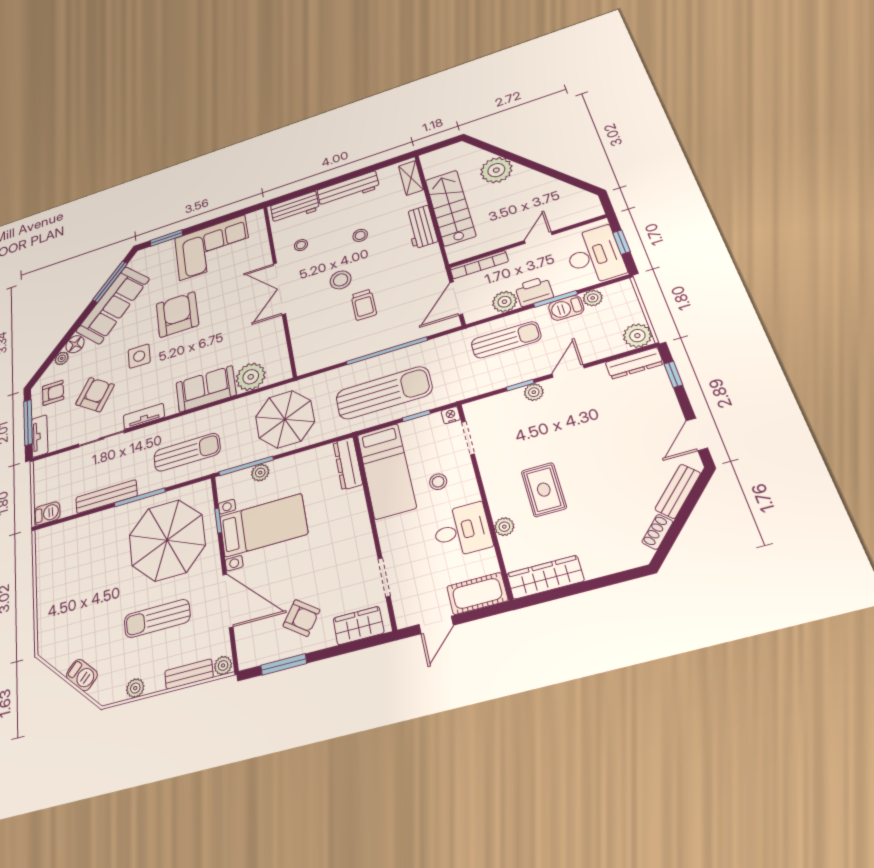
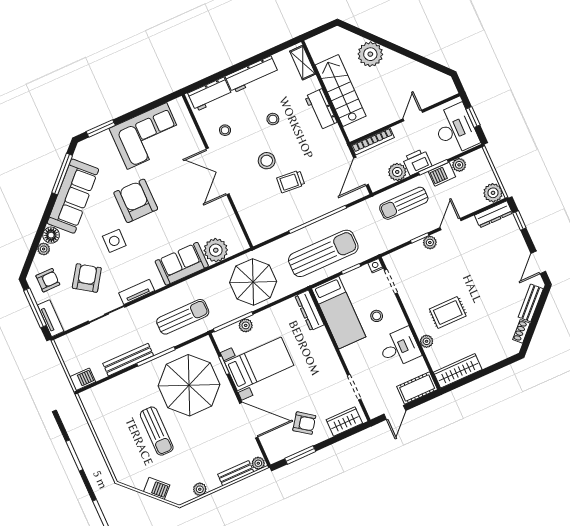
trolley: (364, 305) -> (291, 181), turned 95
sun lounger: (506, 340) -> (404, 203), turned 180
rug: (544, 490) -> (448, 312), turned 90
sun lounger: (157, 618) -> (157, 431), moved, turned -90

